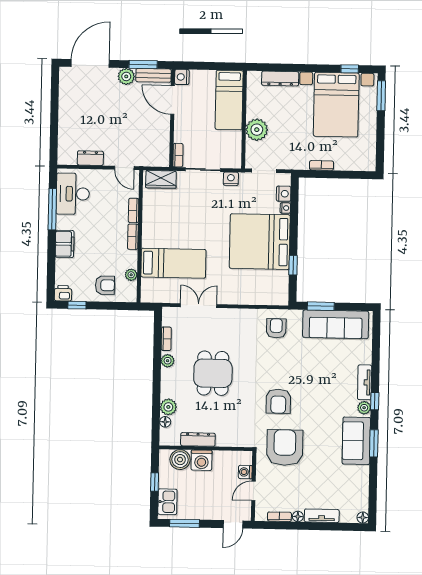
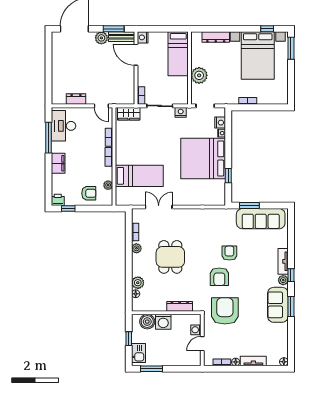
armchair: (276, 328) -> (229, 253), moved
dresser: (198, 439) -> (180, 306), moved
door: (233, 524) -> (188, 369), removed

